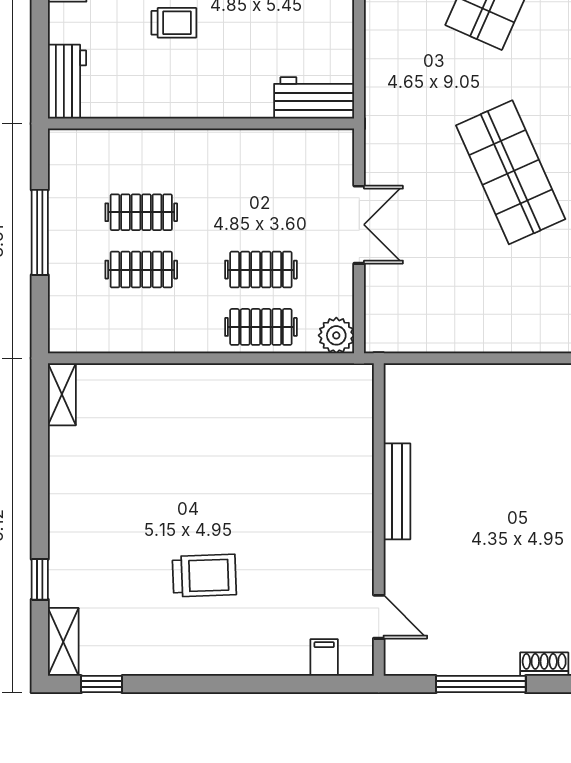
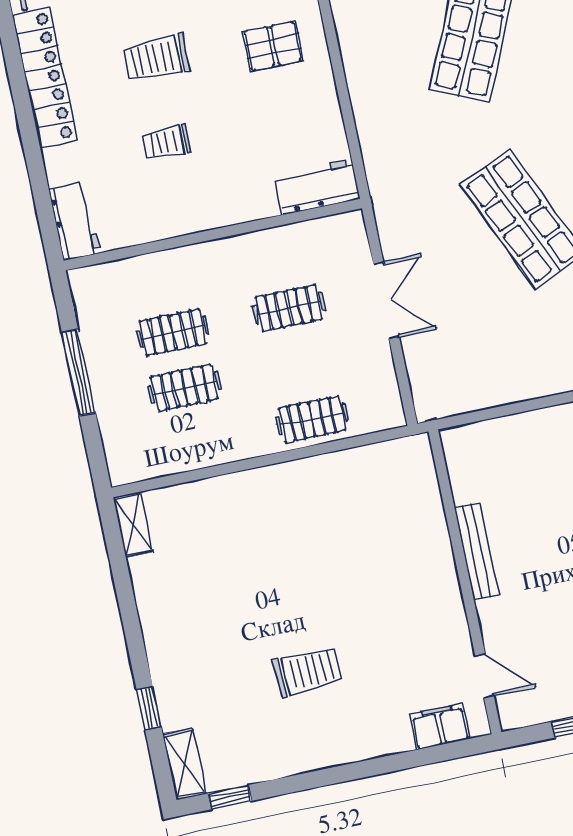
trolley: (174, 23) -> (166, 142), turned 180
clothes rail: (261, 270) -> (289, 308), moved
plant: (336, 335) -> (387, 412), removed
filing cabinet: (324, 658) -> (440, 726), width x2.00

